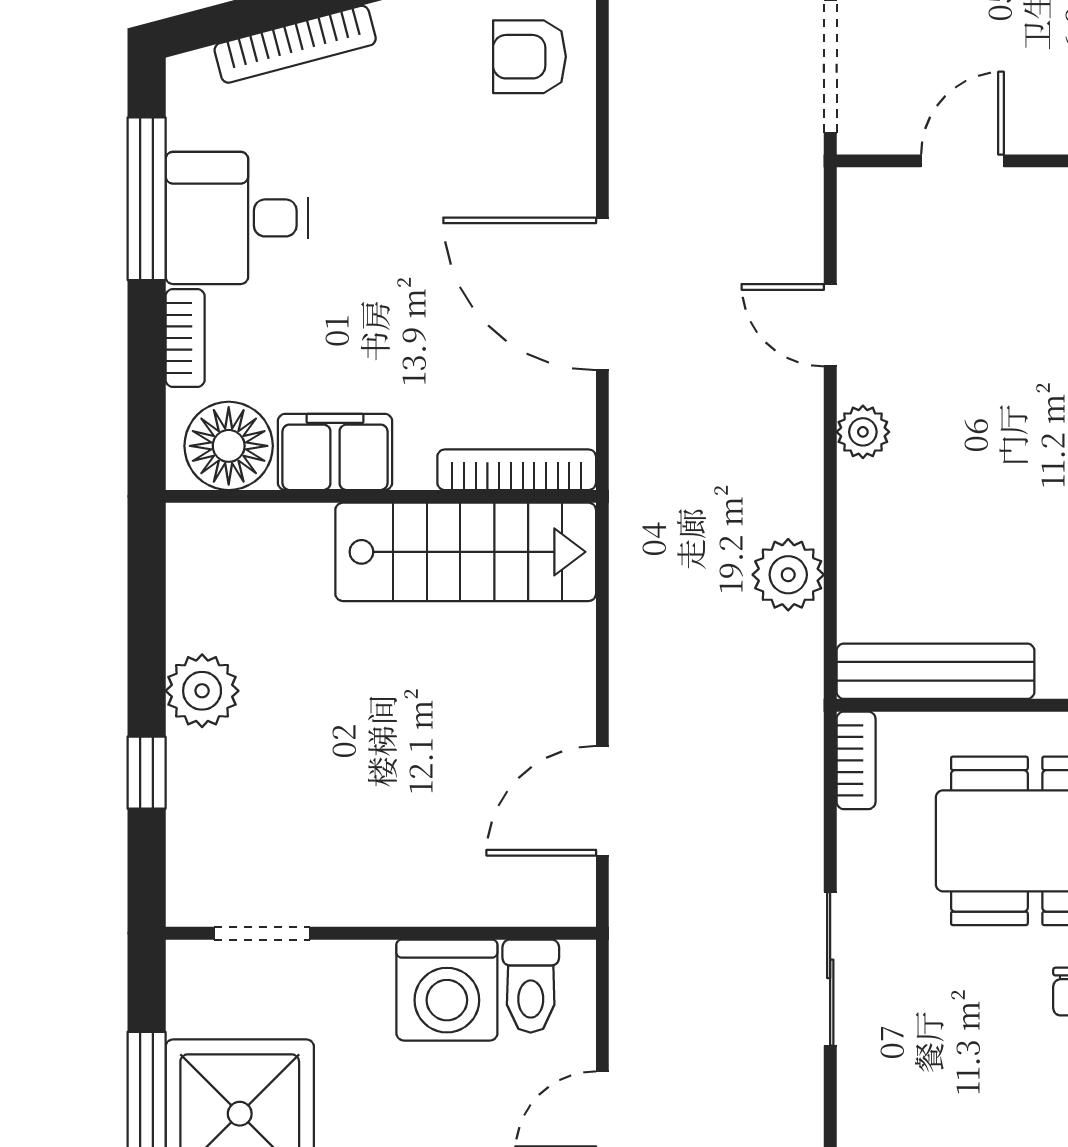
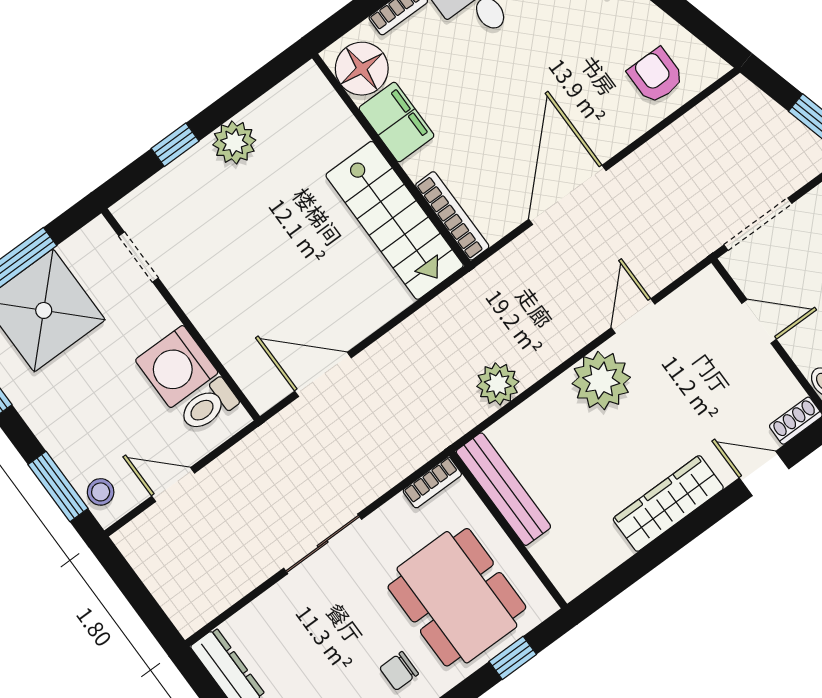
plant: (863, 432) -> (601, 381), width x1.88, depth x1.88

